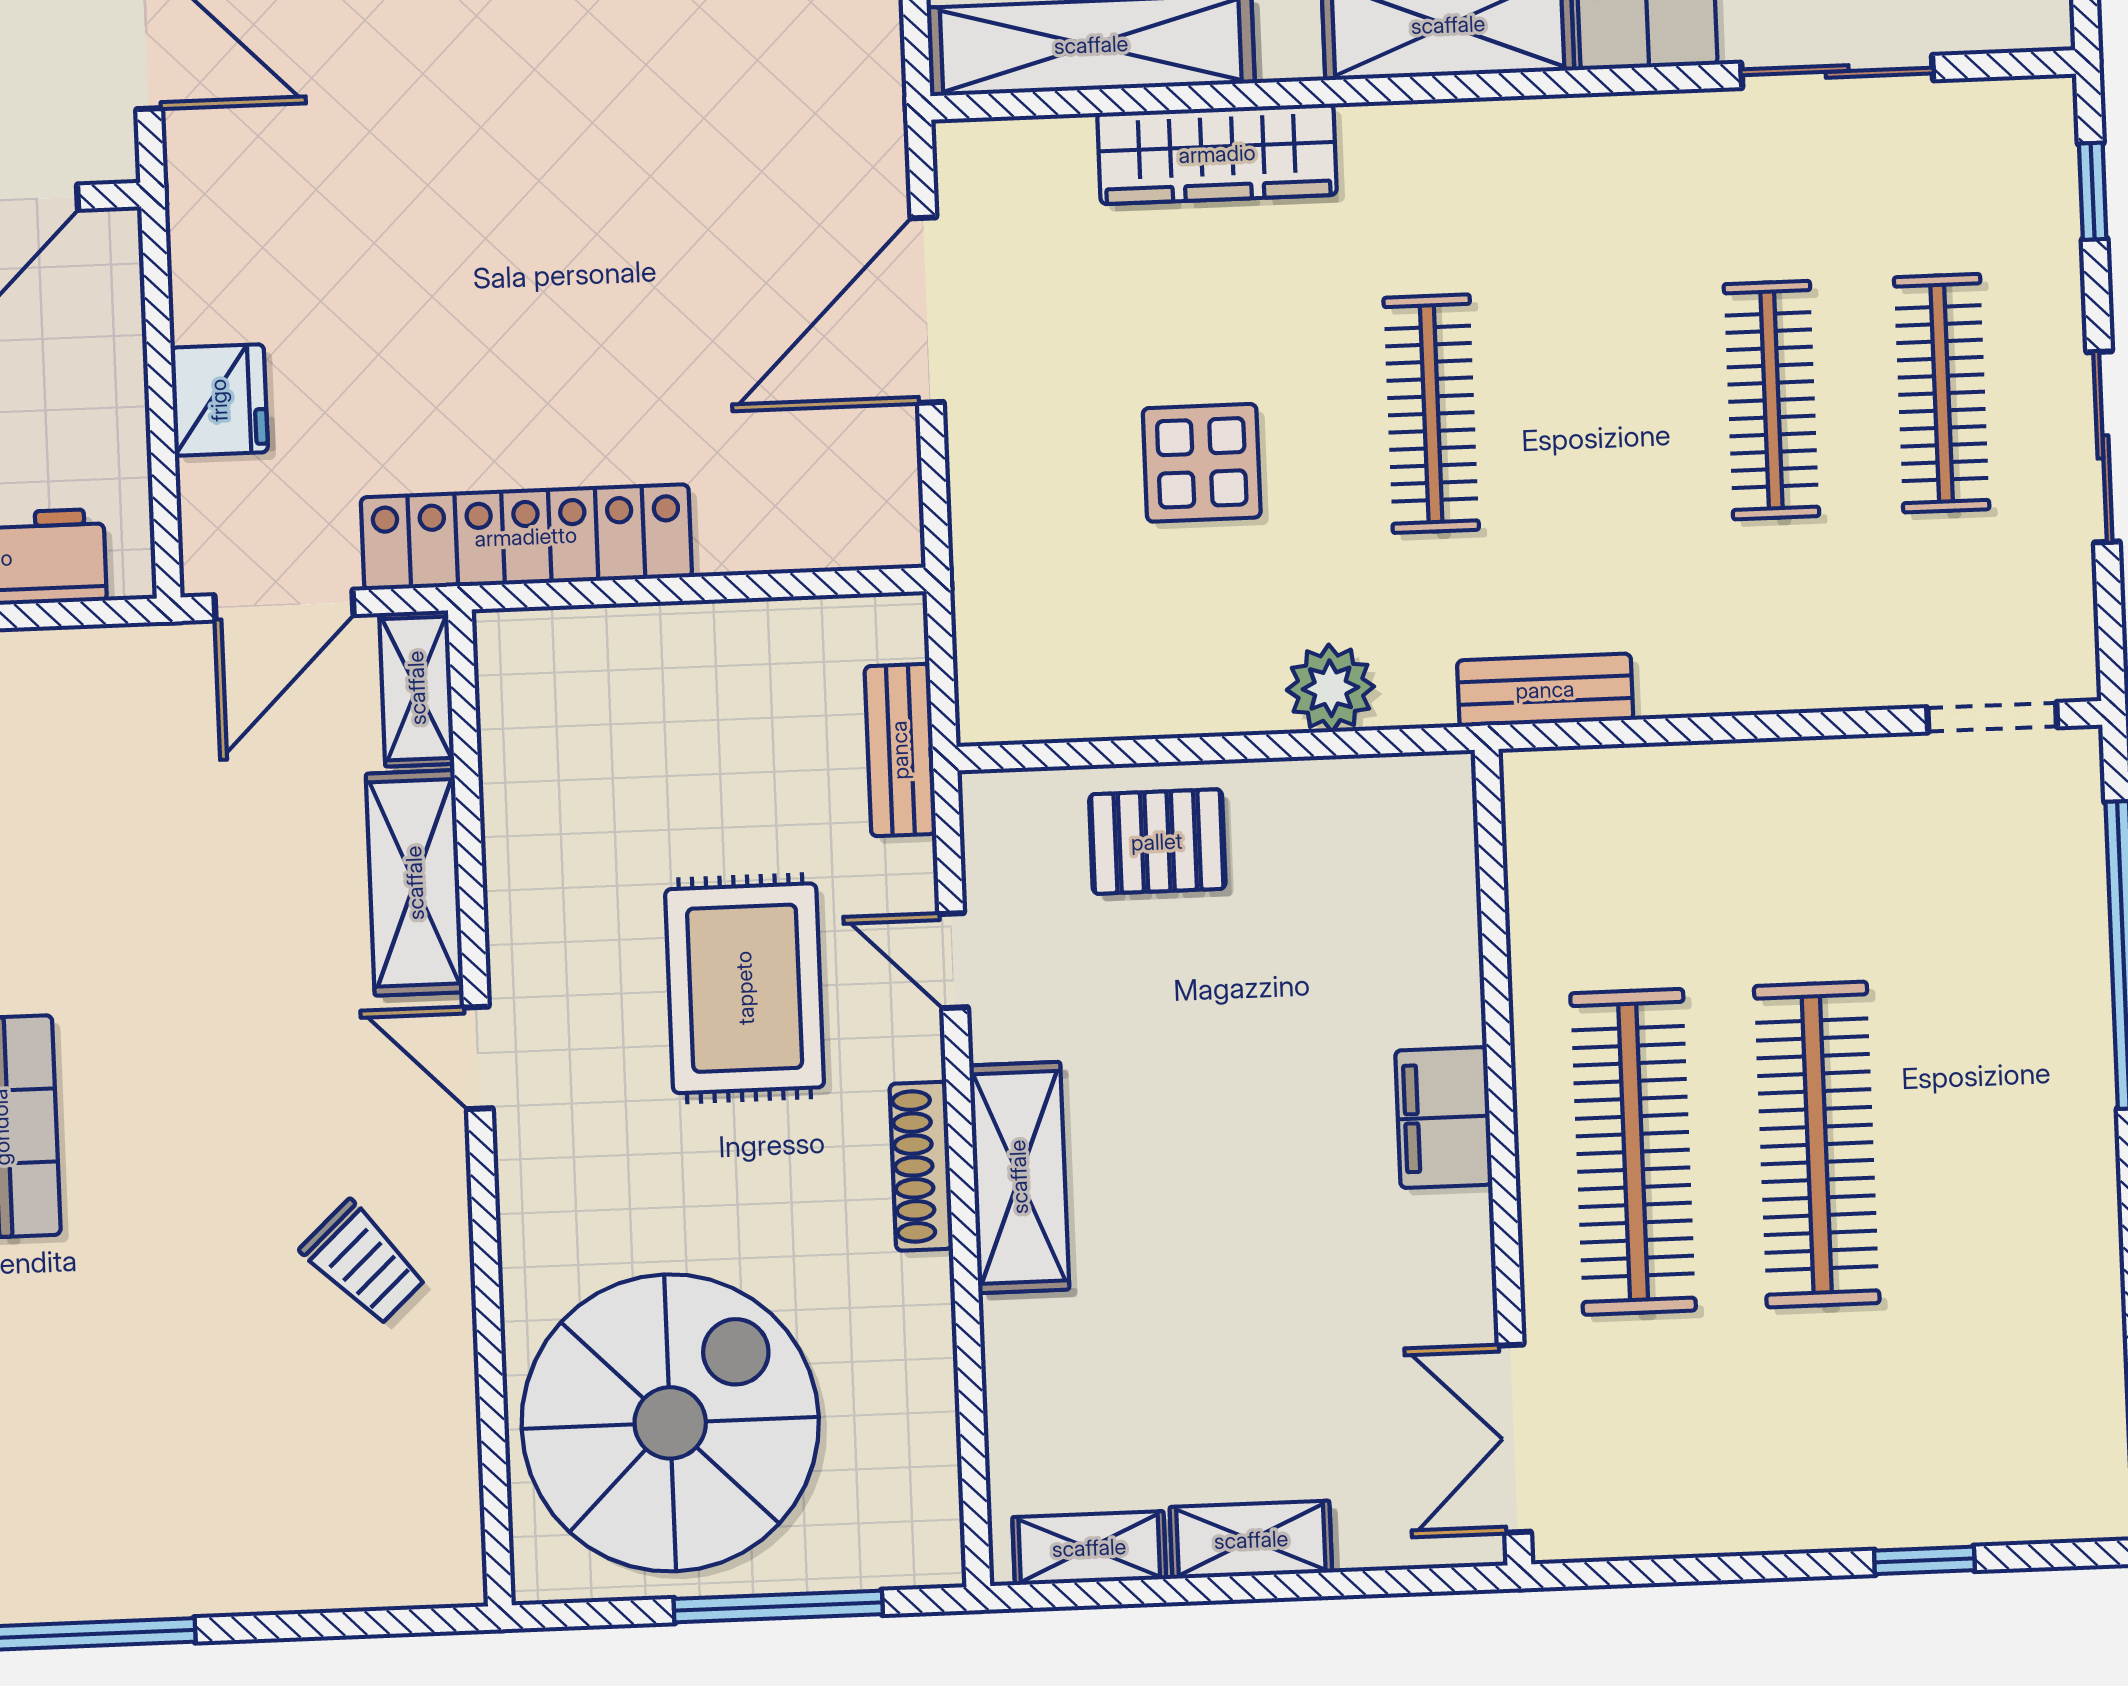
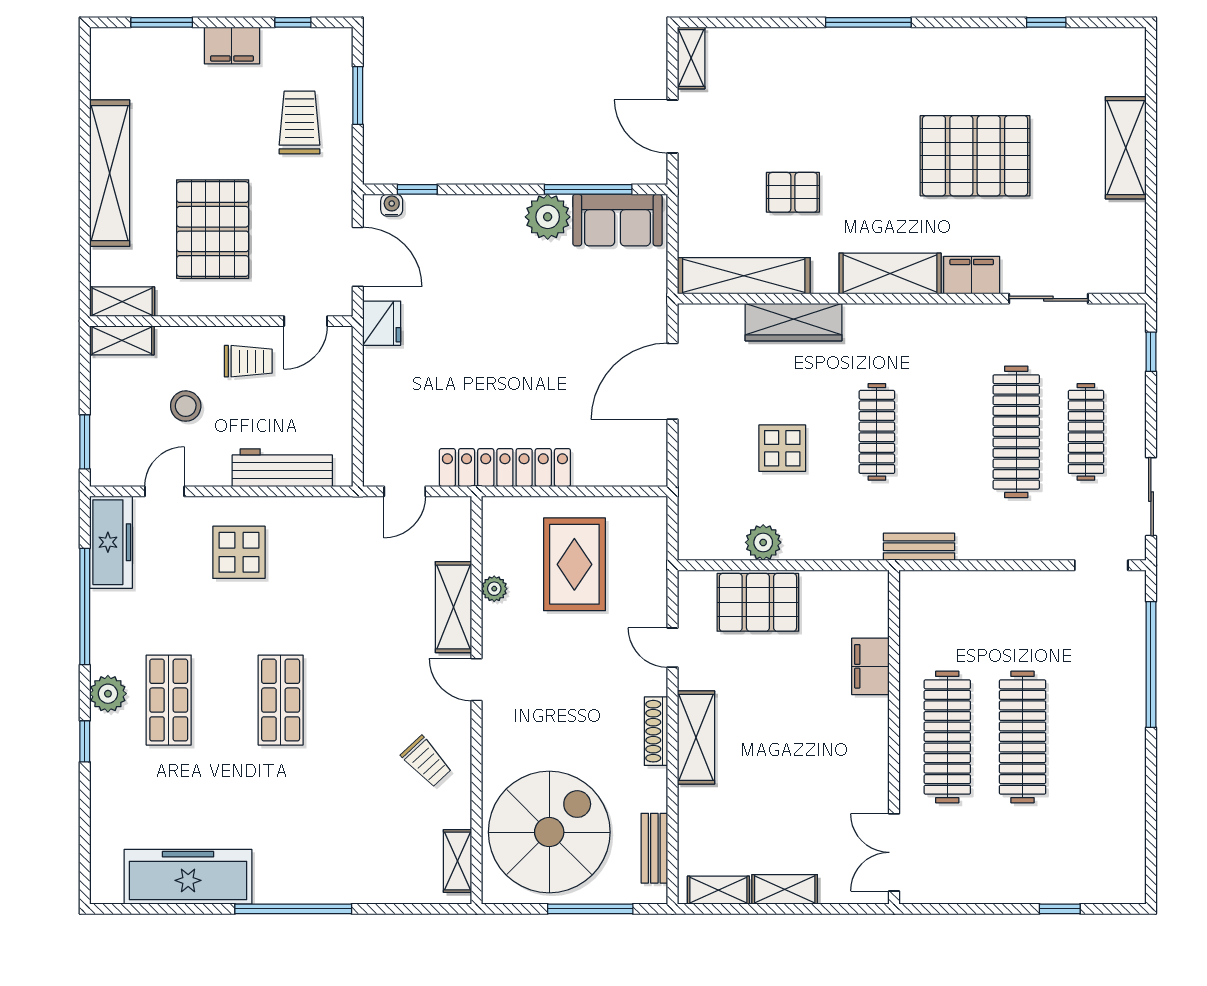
fridge: (219, 400) -> (382, 323), moved
clothes rail: (1771, 400) -> (1016, 432), width x1.37, depth x1.31
sliding door: (2103, 447) -> (1151, 497), moved
door: (284, 605) -> (405, 491), width x0.73
shelving: (417, 688) -> (458, 861), moved
plant: (1330, 688) -> (763, 542), moved
bench: (900, 750) -> (654, 848), moved
plant: (512, 834) -> (494, 589), added
pallet: (1157, 842) -> (758, 602), width x1.50, depth x1.42
rug: (745, 988) -> (574, 564), moved
filing cabinet: (1444, 1118) -> (870, 666), moved

